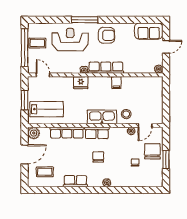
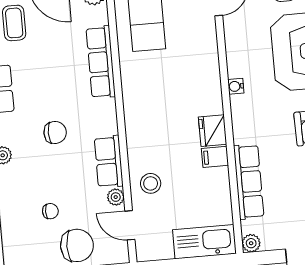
row of seats: (106, 68) -> (249, 182), moved
fridge: (81, 83) -> (213, 131), moved
kitchen sink: (102, 117) -> (204, 242), moved, turned -90
row of seats: (97, 133) -> (109, 162), moved

